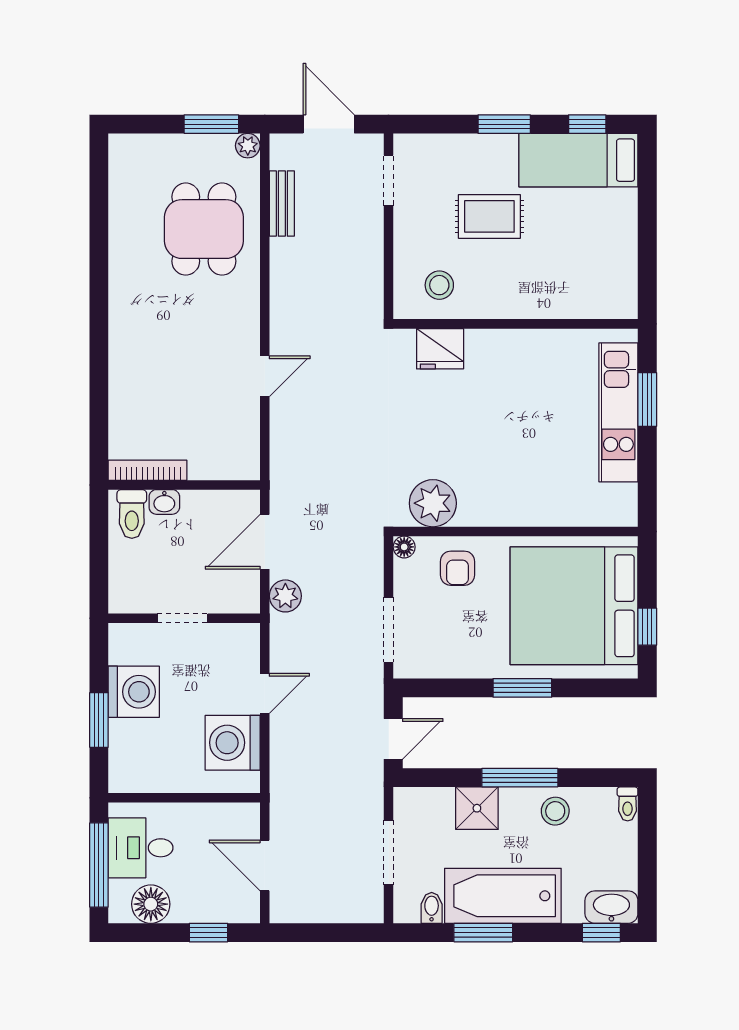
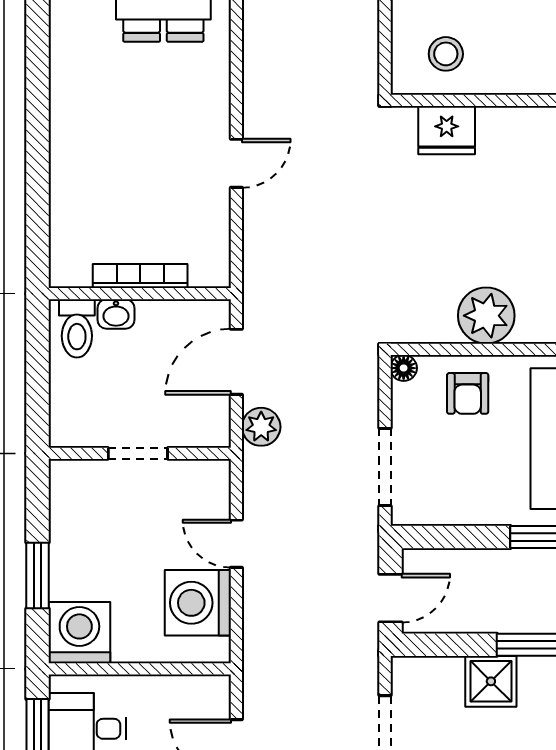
bookcase: (148, 470) -> (140, 276), moved
plant: (433, 503) -> (486, 316), moved
washing machine: (134, 692) -> (79, 633), moved, turned -90
door: (265, 693) -> (236, 544), swing flipped

